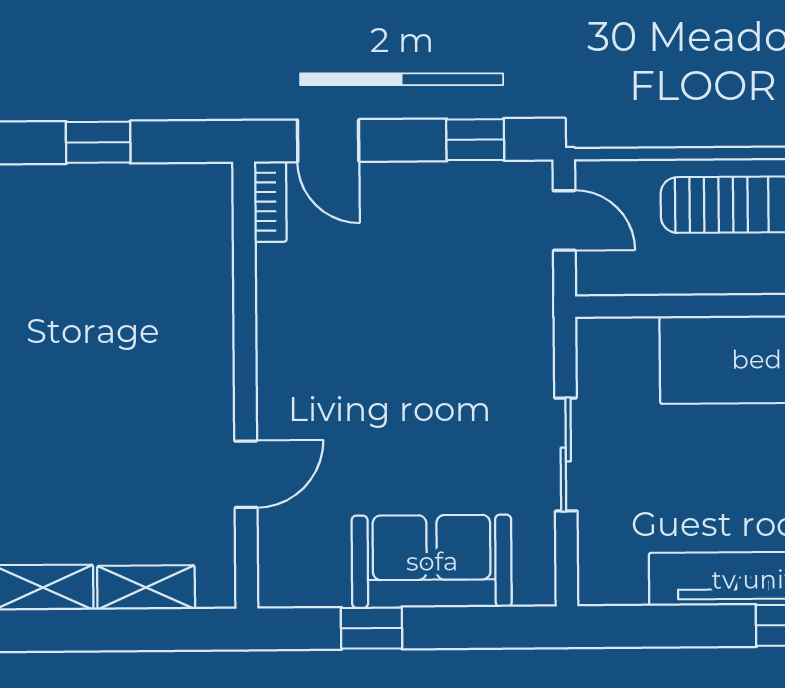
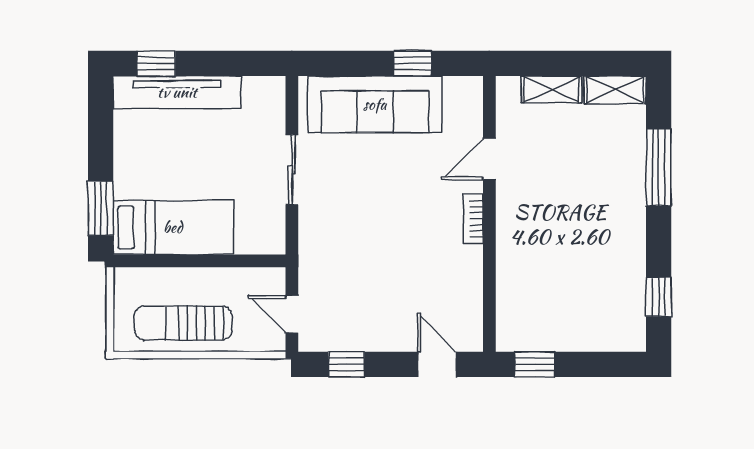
window: (98, 142) -> (535, 364), moved
bookcase: (270, 202) -> (473, 219), moved
sofa: (432, 561) -> (375, 104), width x1.36

